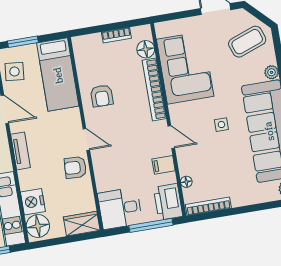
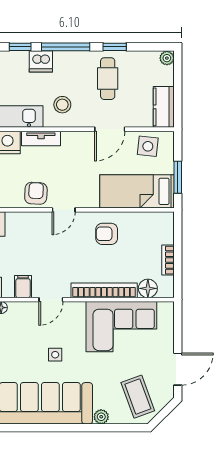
window: (23, 42) -> (178, 177), moved
tv unit: (21, 151) -> (41, 139), moved

